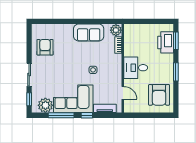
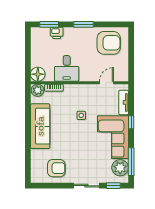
floor lamp: (131, 30) -> (38, 74), added
sofa: (89, 33) -> (40, 126), width x1.36
printer: (166, 42) -> (57, 33), width x0.53, depth x0.68
armchair: (45, 47) -> (56, 168), turned 180
desk: (136, 68) -> (67, 68), moved
window: (61, 115) -> (131, 162), moved

